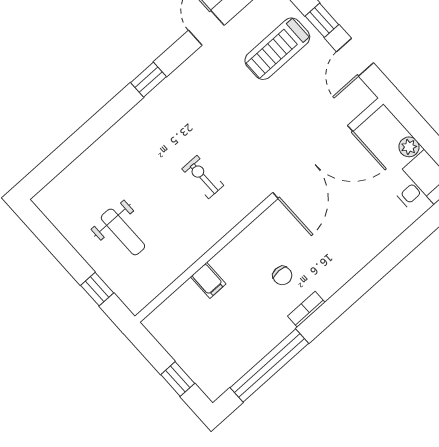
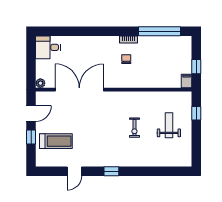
plant: (409, 147) -> (40, 83), moved
exercise bike: (203, 177) -> (134, 128), moved
filing cabinet: (208, 280) -> (186, 81), moved
window: (178, 379) -> (196, 67), moved

